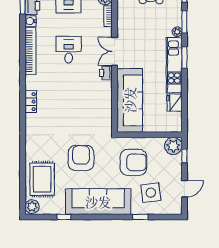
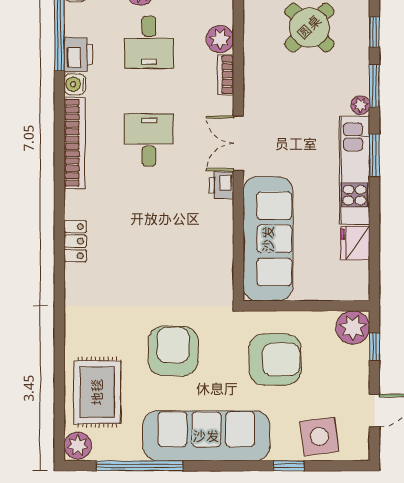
side table: (151, 193) -> (319, 436), moved
window: (64, 217) -> (140, 466), width x3.17

